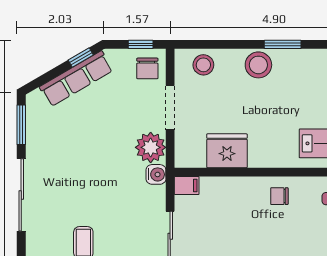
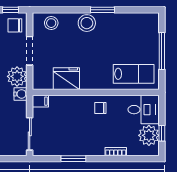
chair: (147, 68) -> (15, 25), turned 90

